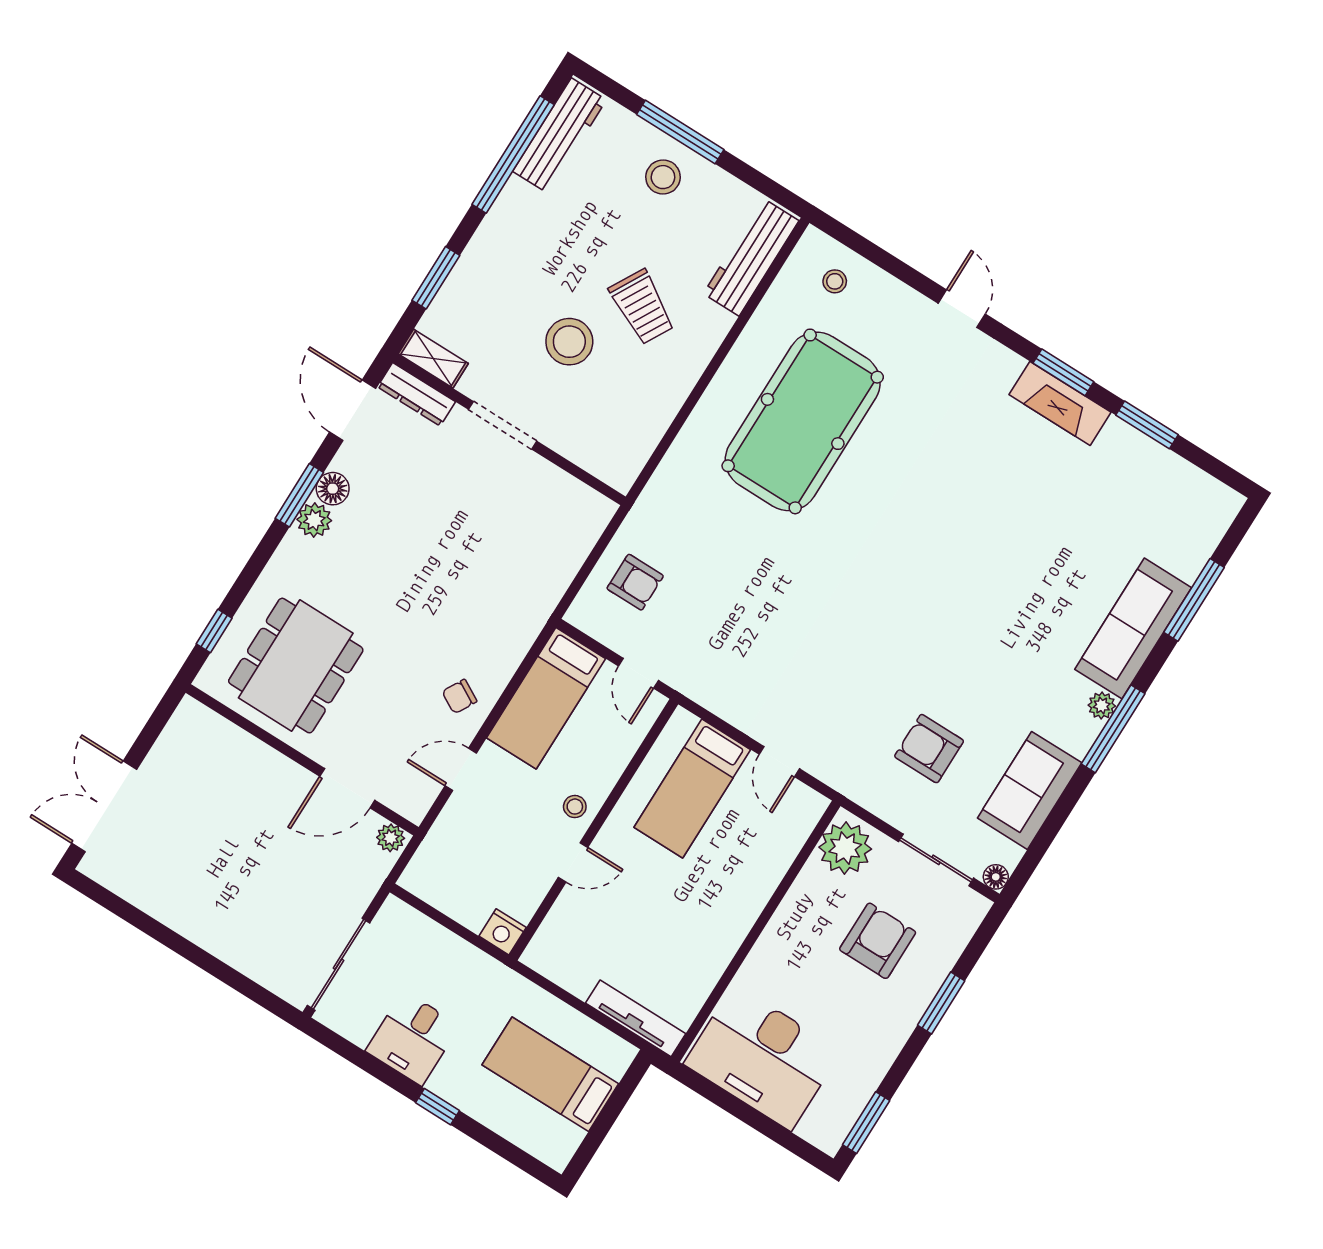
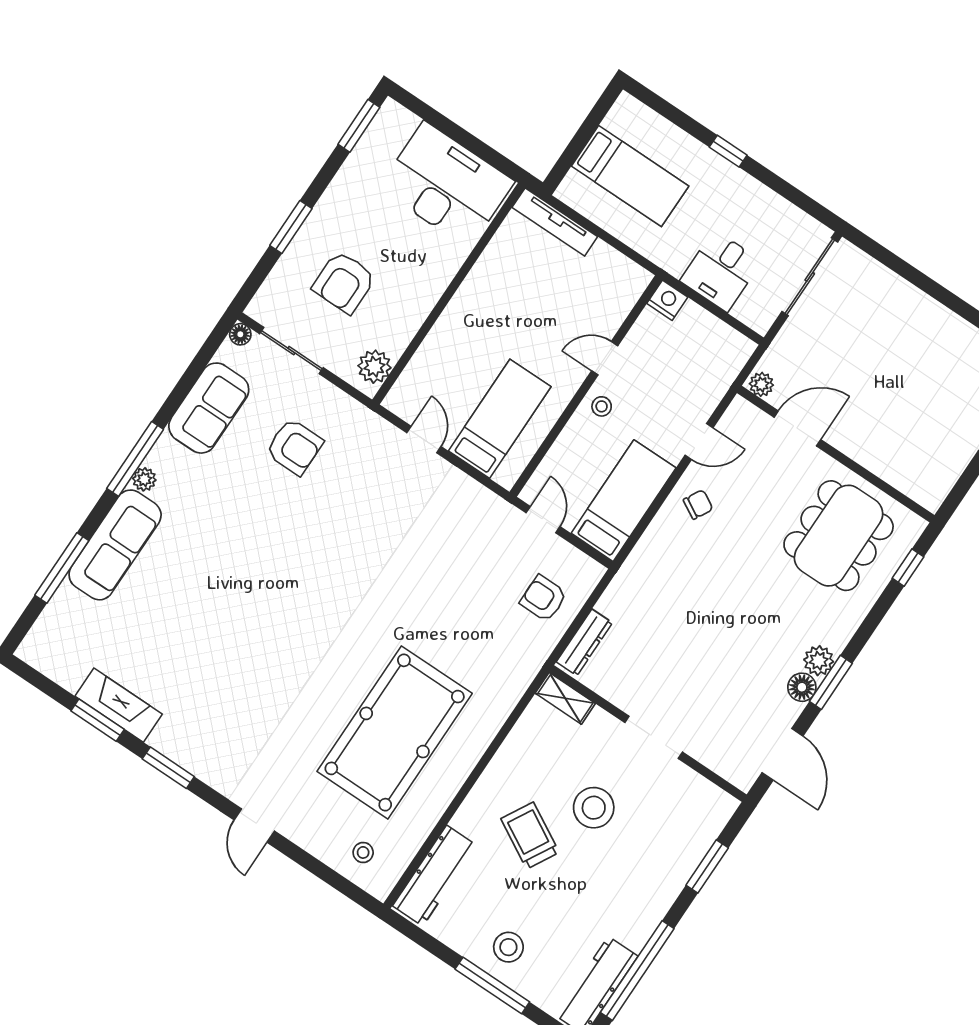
shelving: (433, 359) -> (565, 698), moved
dresser: (416, 394) -> (584, 642), moved, turned 90
fireplace: (1060, 403) -> (119, 705), moved
plant: (845, 848) -> (374, 367), width x0.73, depth x0.73
desk: (413, 1038) -> (721, 271), moved, turned 180

